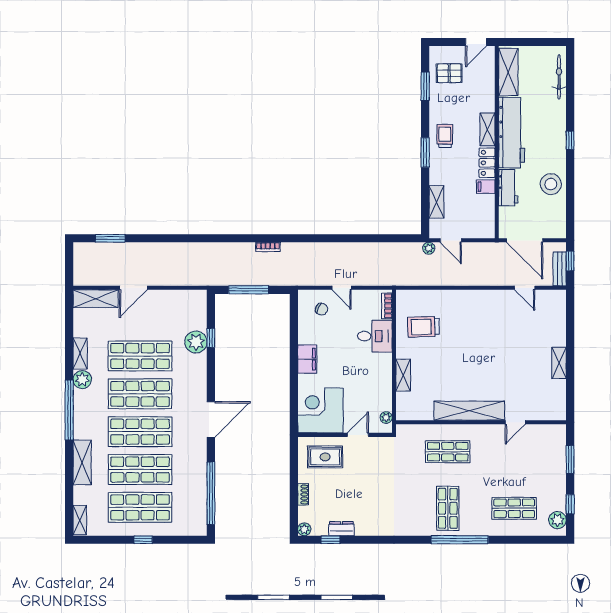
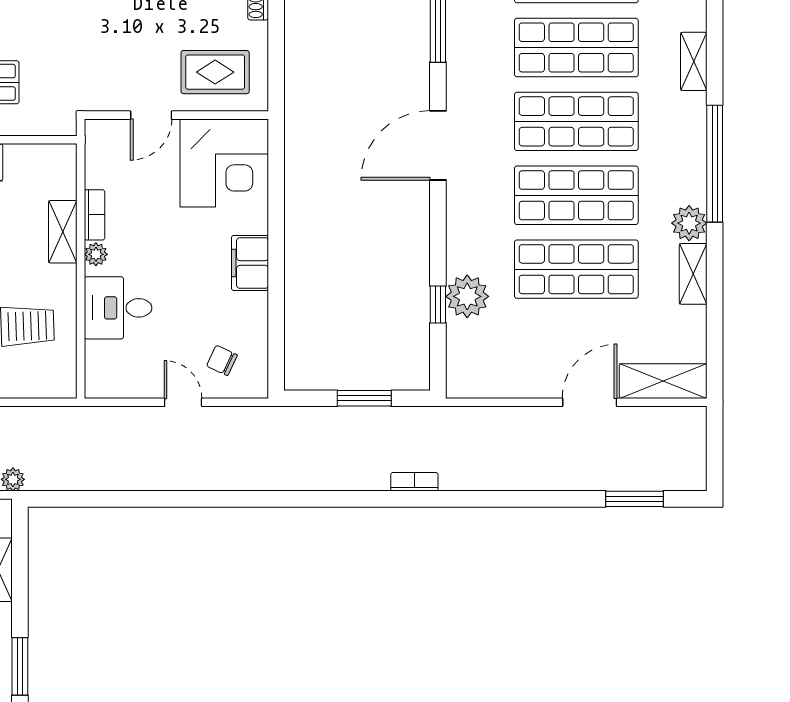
bookcase: (268, 247) -> (414, 482), moved
window: (249, 290) -> (364, 398), width x0.69
bookcase: (387, 306) -> (95, 215), moved
plant: (386, 417) -> (96, 254), moved
shelving: (82, 462) -> (694, 61), width x0.67, depth x0.75

